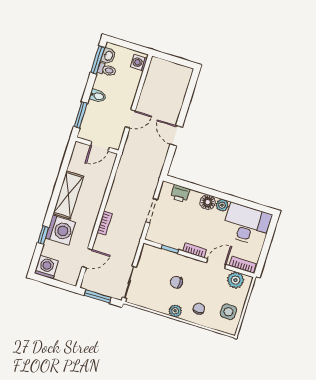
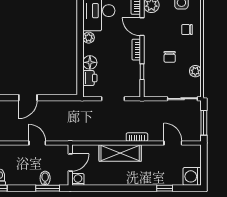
bidet: (98, 96) -> (45, 178), moved
door: (176, 136) -> (28, 98), moved
door: (100, 146) -> (70, 162), hinge flipped
shelving: (68, 195) -> (120, 153), moved
floor lamp: (208, 202) -> (90, 62), moved
washing machine: (61, 230) -> (78, 179), moved, width x0.53, depth x0.53
plant: (175, 311) -> (195, 71), moved

